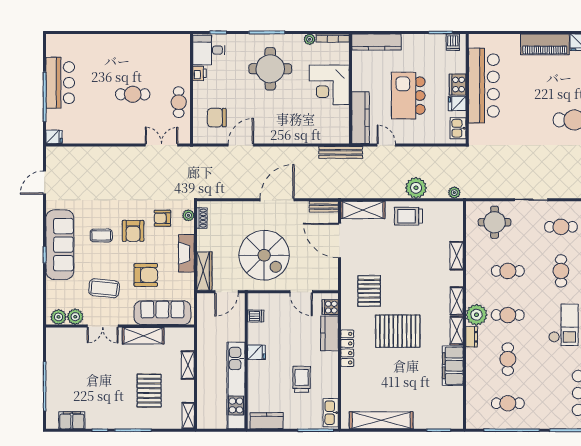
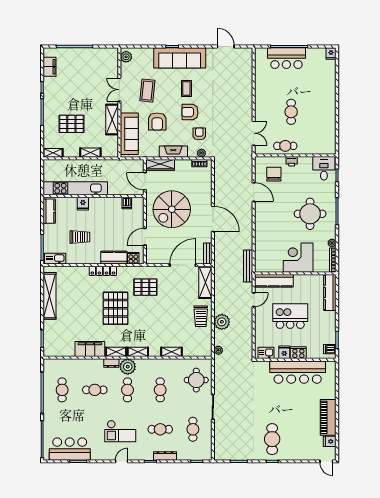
printer: (199, 73) -> (292, 161), moved
bar counter: (60, 83) -> (286, 58), moved
fridge: (54, 137) -> (331, 53), moved
trolley: (408, 216) -> (201, 316), turned 180
plant: (75, 317) -> (126, 69), removed
fridge: (256, 352) -> (83, 204), moved

